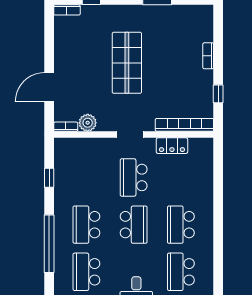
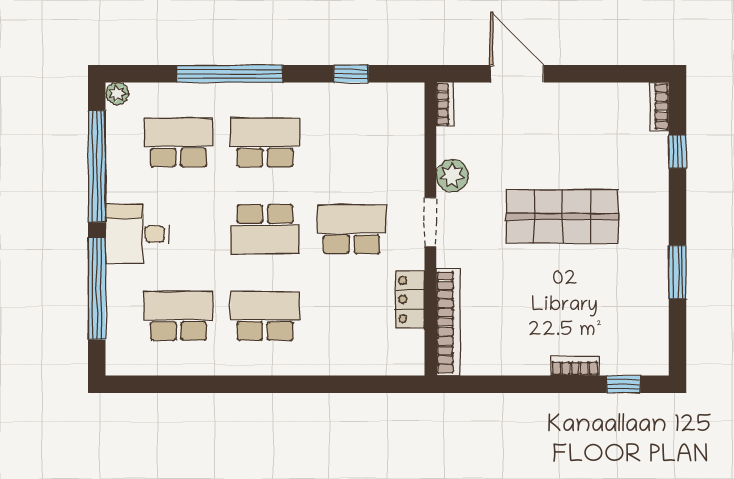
window: (218, 94) -> (624, 384), moved
plant: (88, 123) -> (452, 175), moved

